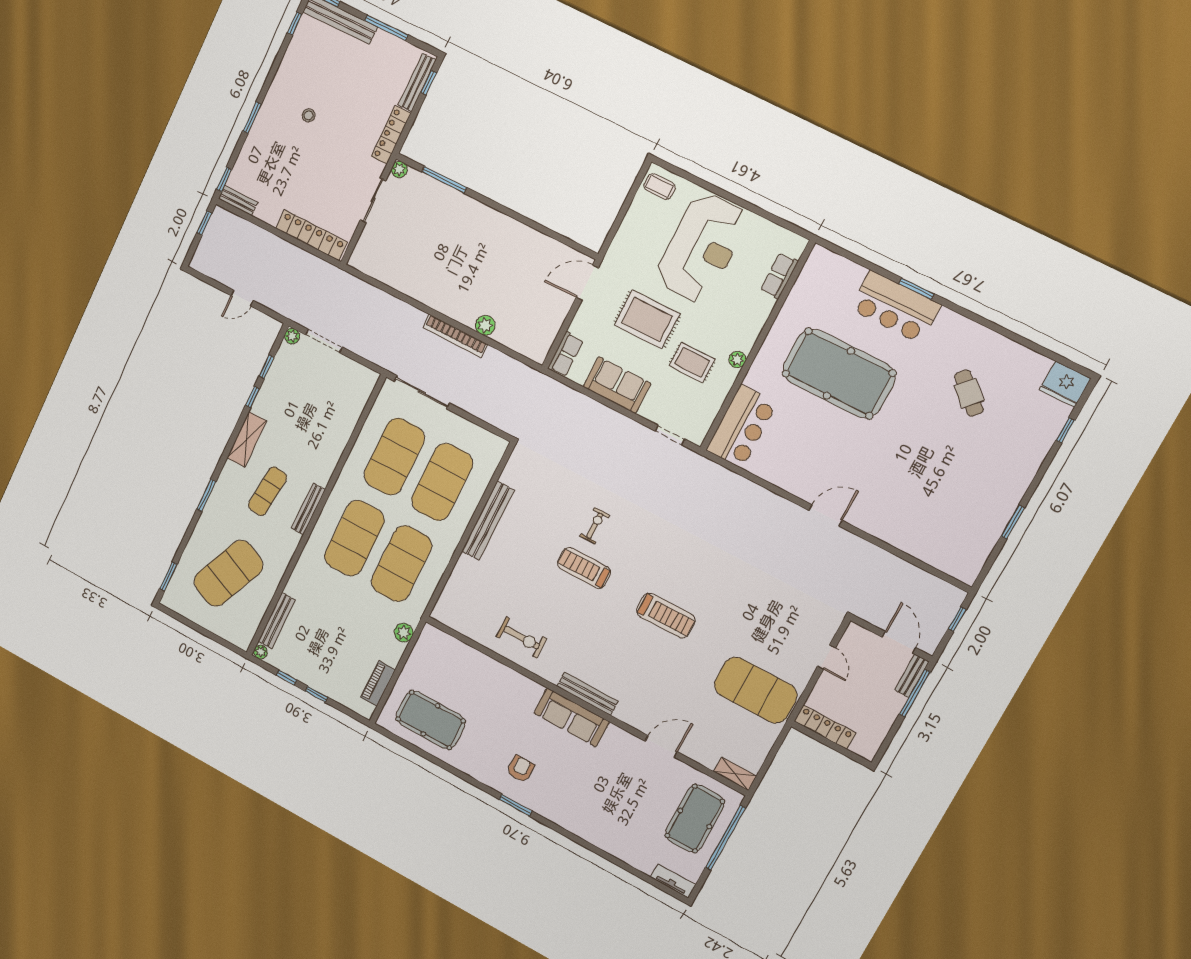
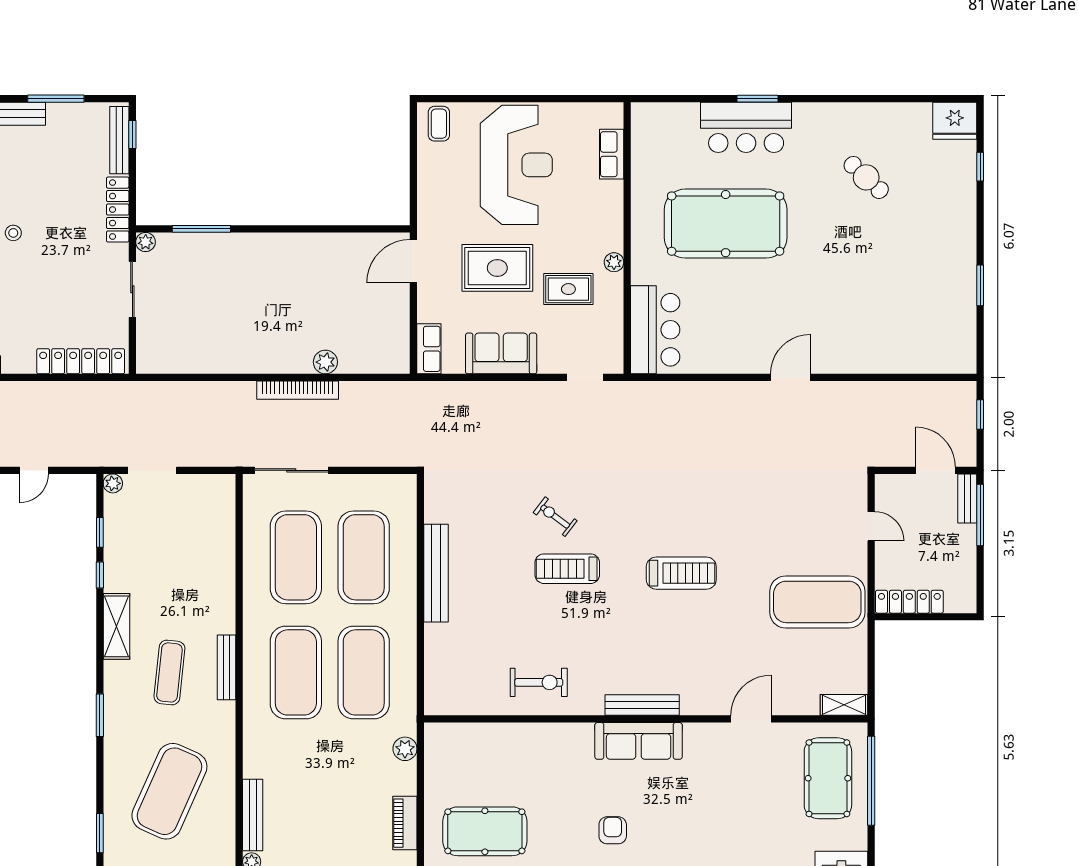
coffee table: (660, 187) -> (439, 124), turned 90
exercise bike: (595, 526) -> (555, 517), turned -53

